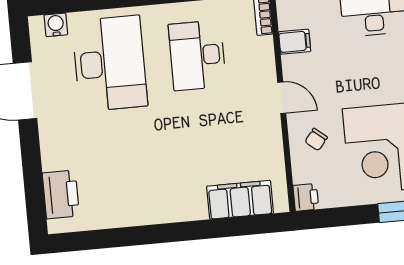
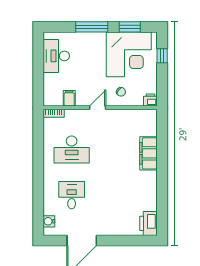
desk: (110, 63) -> (72, 195), width x0.53, depth x0.77
printer: (61, 194) -> (149, 223), moved, turned -90
filing cabinet: (240, 200) -> (149, 153), moved

